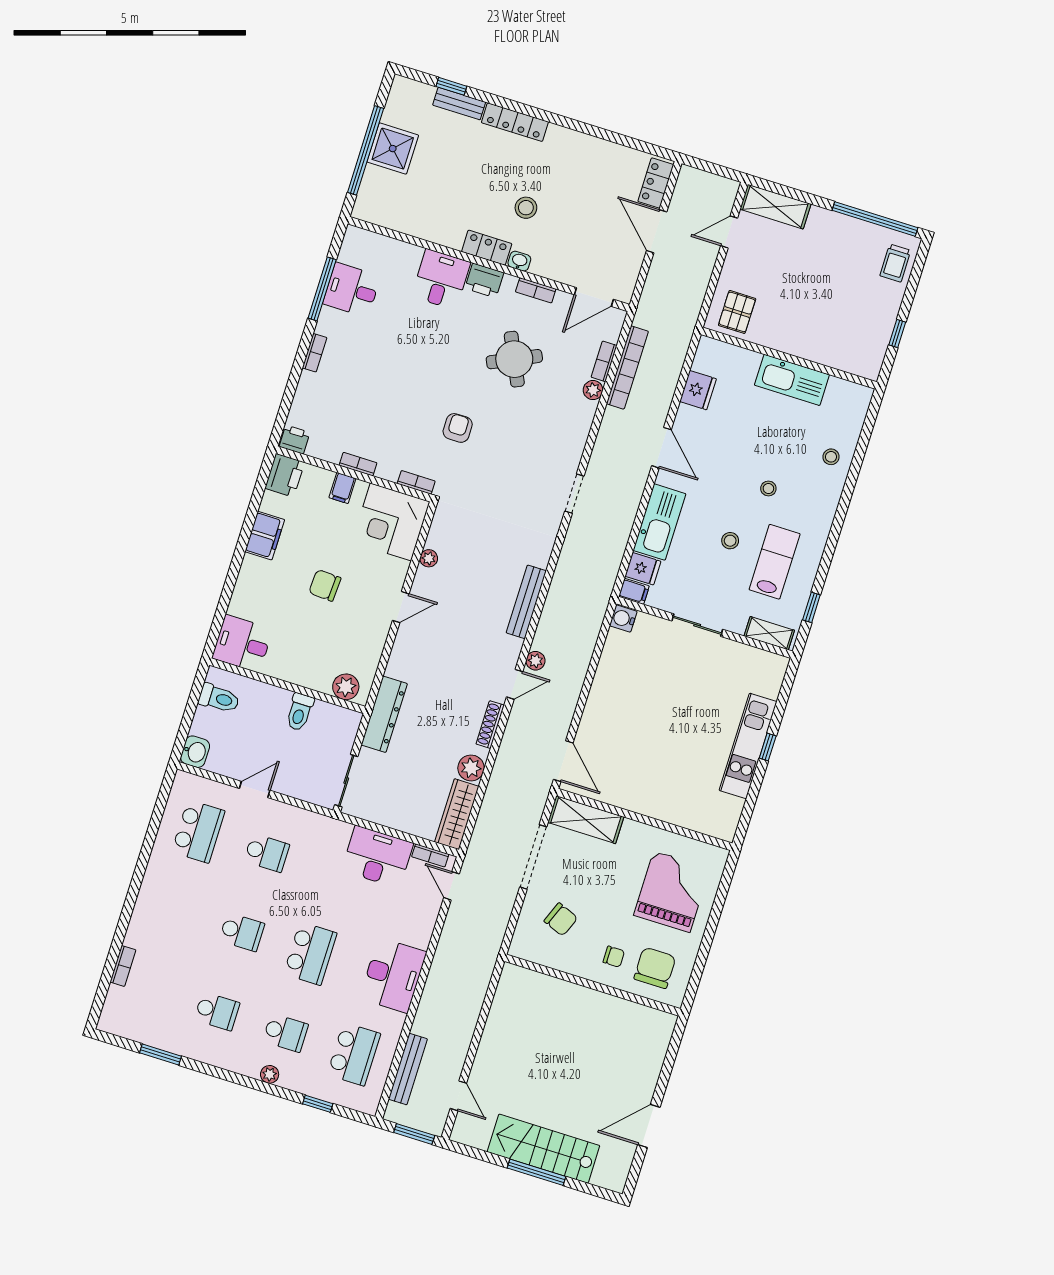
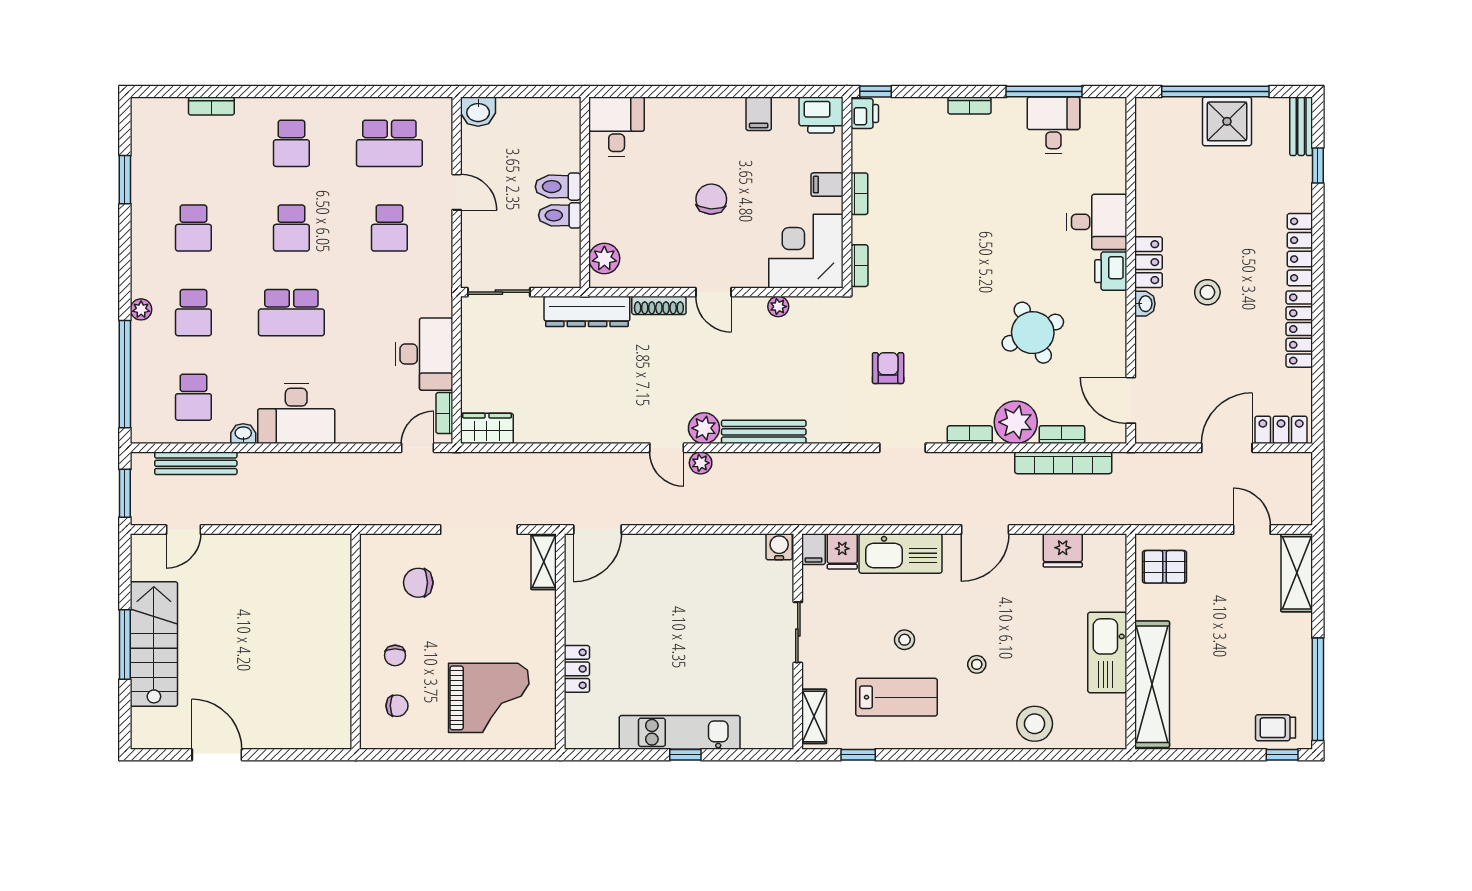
bench: (459, 104) -> (1301, 126), moved
locker: (579, 143) -> (1299, 329), added
bookcase: (536, 290) -> (970, 435), moved, turned 90
window: (897, 333) -> (1282, 755), moved
shelving: (829, 352) -> (1152, 684), added
plant: (593, 390) -> (1016, 422), width x1.87, depth x1.87
window: (279, 425) -> (875, 91), added
armchair: (458, 428) -> (888, 368), moved, turned -90
stool: (831, 457) -> (1035, 724), width x1.89, depth x1.89
filing cabinet: (265, 536) -> (759, 114), width x0.50
toilet: (219, 698) -> (558, 187), moved, turned 90
shoe rack: (490, 725) -> (659, 305), moved, turned 180
plant: (471, 768) -> (704, 428), moved
locker: (671, 813) -> (577, 669), added
wardrobe: (457, 814) -> (487, 428), width x0.67
shelving: (586, 820) -> (544, 562), width x0.67, depth x0.75
school desk: (173, 911) -> (291, 143), added
chair: (561, 919) -> (418, 583), turned 68
chair: (655, 968) -> (397, 706), width x0.54, depth x0.54
washbasin: (396, 1023) -> (243, 434), added
school desk: (354, 1054) -> (193, 397), width x0.54
window: (318, 1104) -> (125, 374), width x3.17

